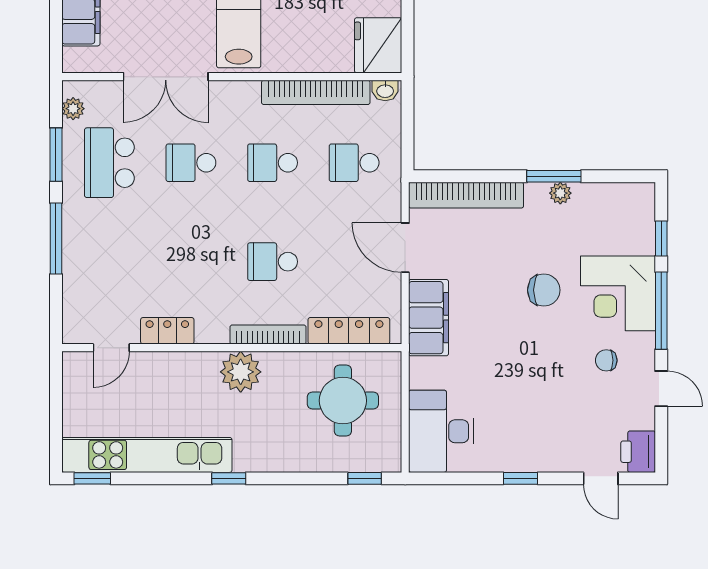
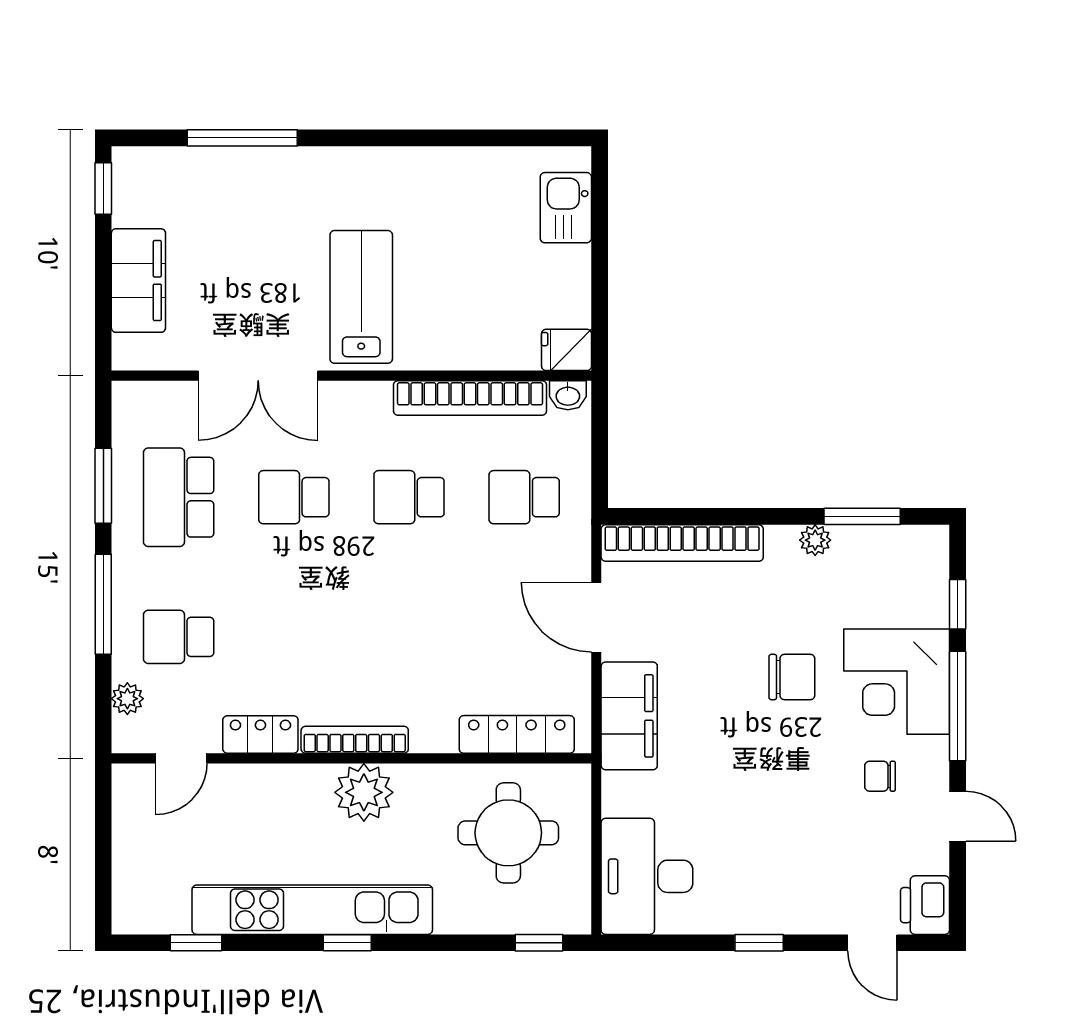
fridge: (378, 45) -> (567, 350), width x0.53, depth x0.75
plant: (73, 109) -> (127, 699), moved
window: (554, 176) -> (862, 516), moved
school desk: (273, 262) -> (179, 637), moved
bookcase: (268, 335) -> (355, 740), moved
kitchen unit: (147, 455) -> (312, 910), moved
window: (92, 478) -> (196, 943), moved

